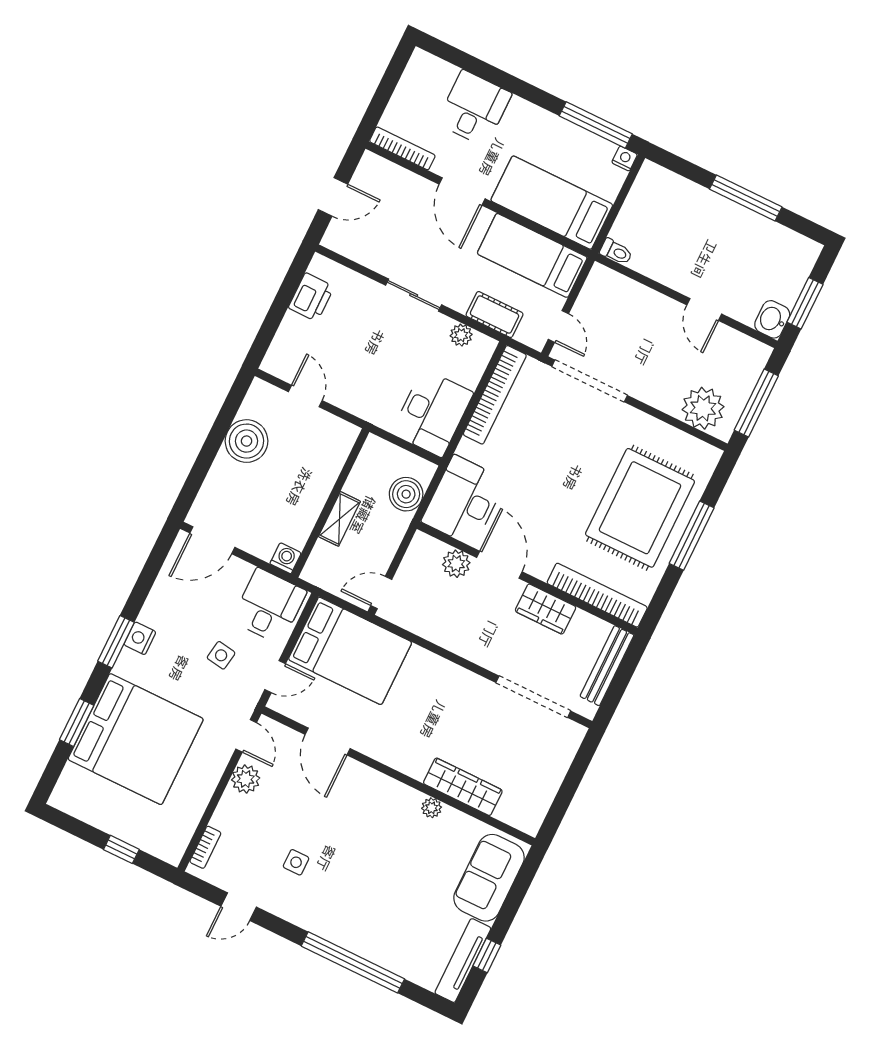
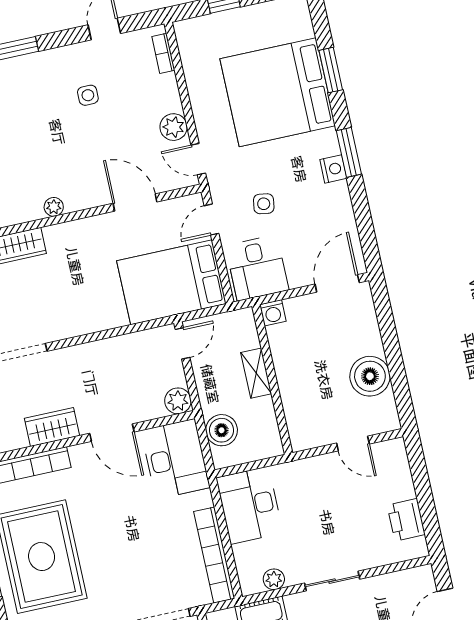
plant: (456, 564) -> (178, 401), moved
plant: (432, 808) -> (54, 207), moved

